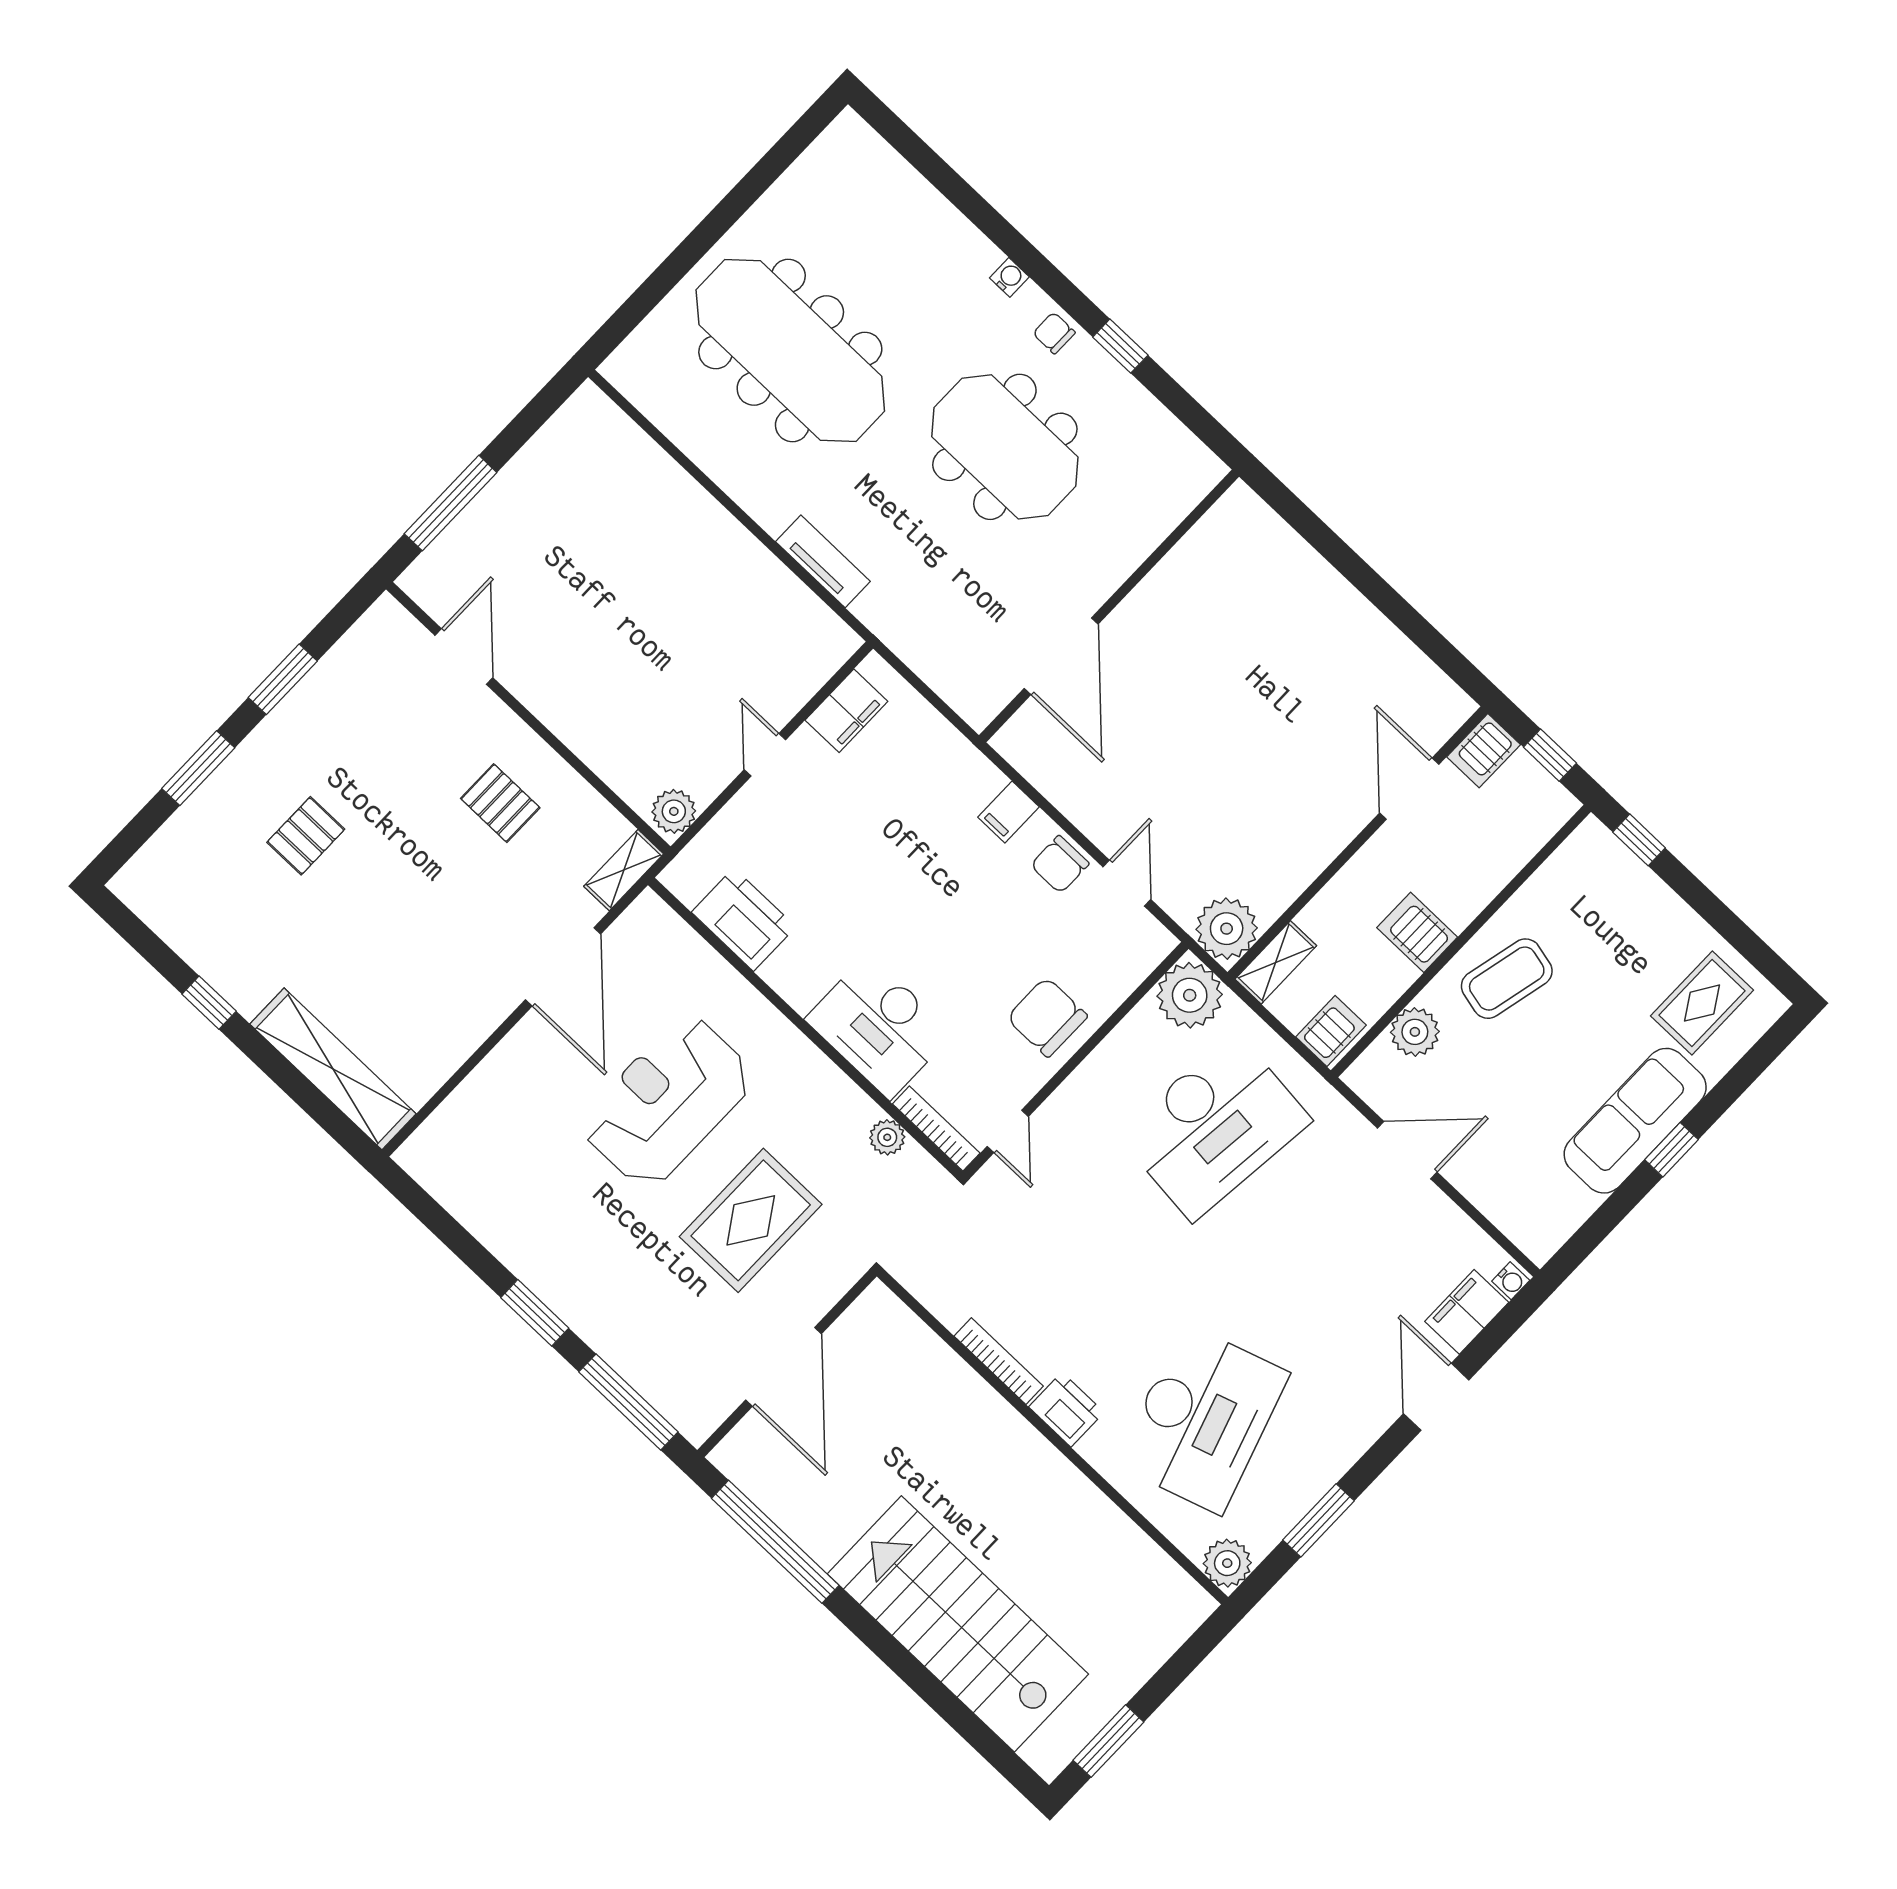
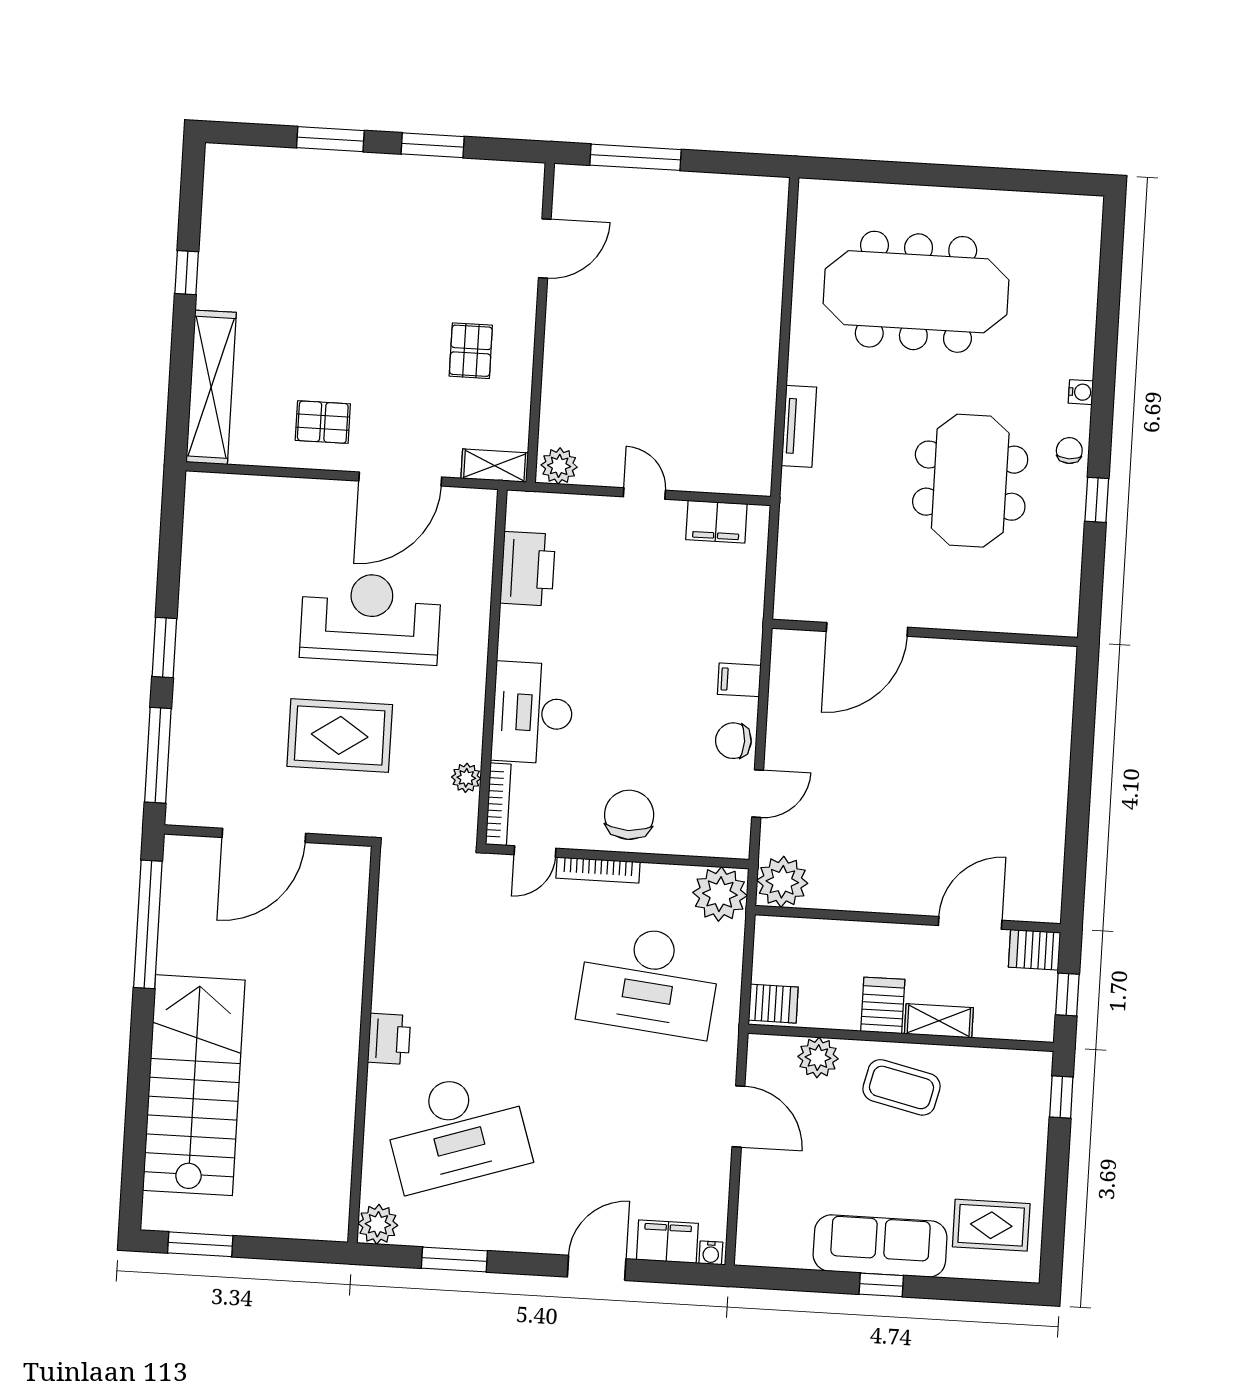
meeting table: (790, 351) -> (916, 292), turned 90
door: (765, 755) -> (644, 494), hinge flipped
pallet: (306, 836) -> (323, 422), moved
shelving: (1276, 962) -> (939, 1021), moved
bookcase: (999, 1361) -> (598, 870), moved, turned 90

